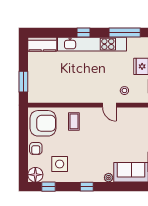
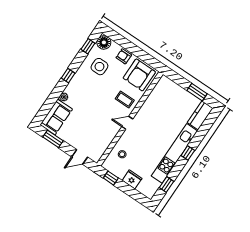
window: (125, 32) -> (167, 184), width x0.46
window: (23, 82) -> (197, 92), moved
door: (109, 105) -> (127, 123), moved

